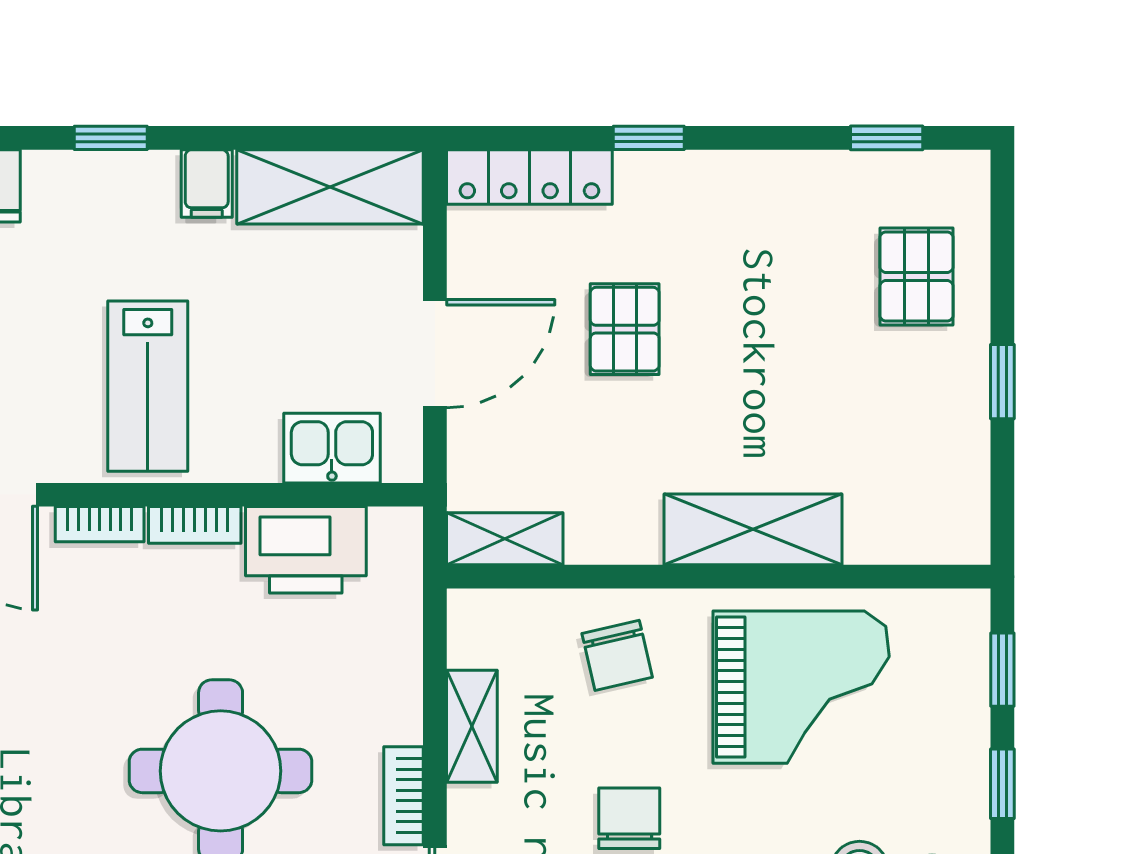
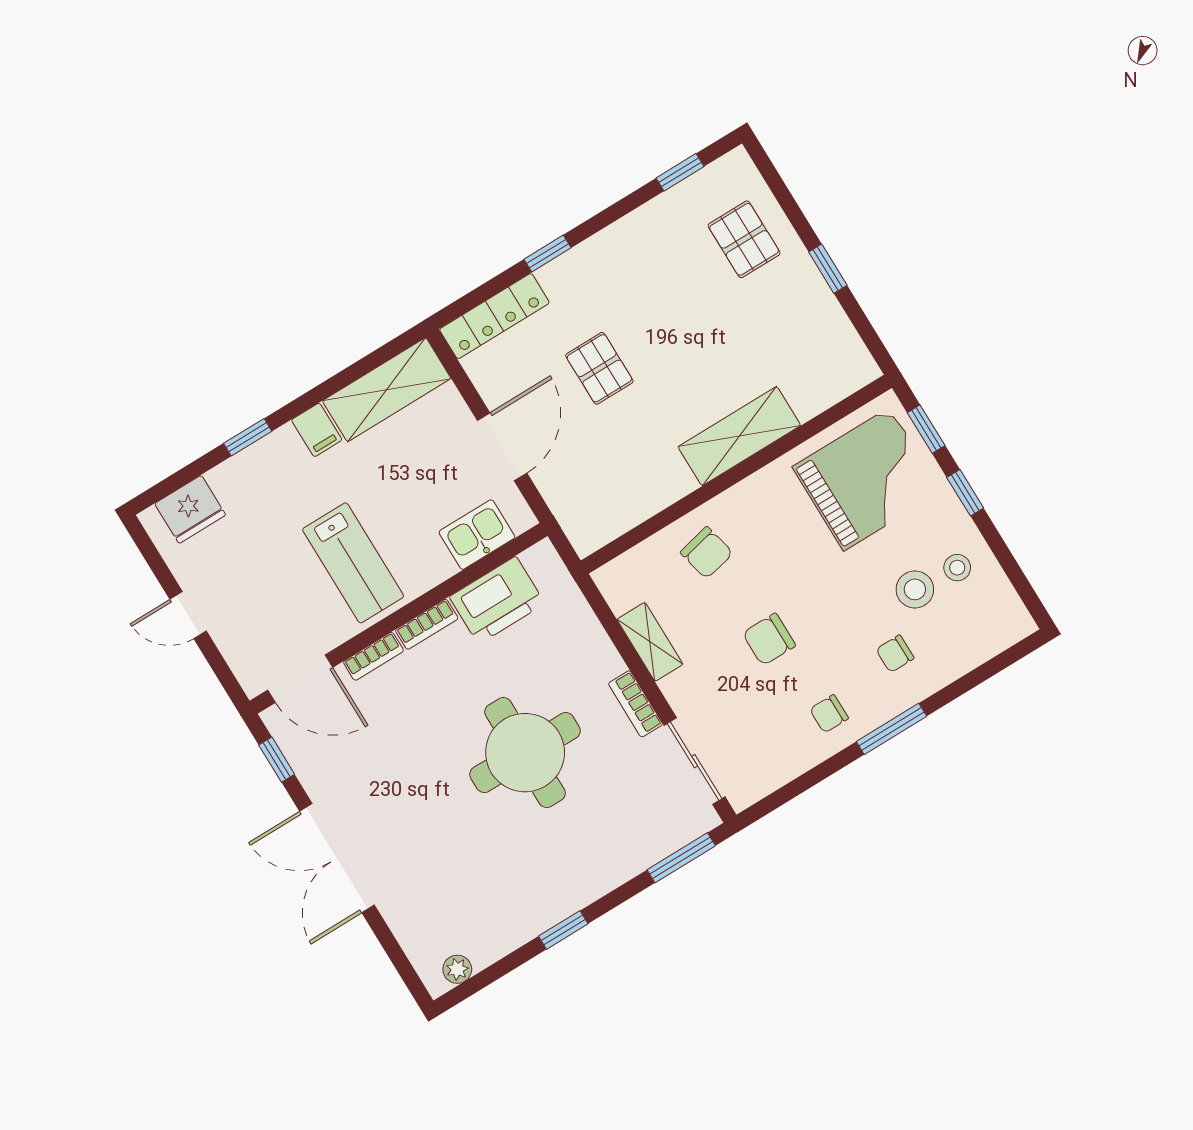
shelving: (505, 539) -> (604, 526), removed
grand piano: (801, 687) -> (867, 479), moved
chair: (629, 818) -> (769, 639), turned -90

